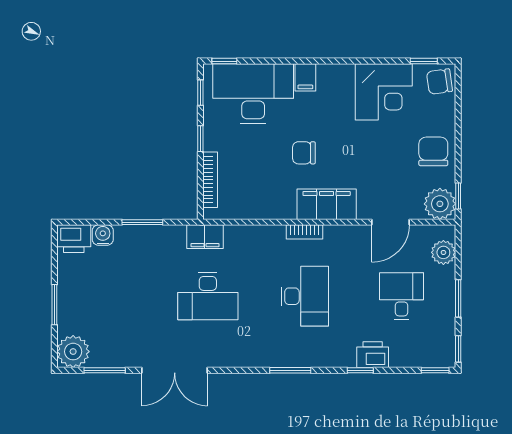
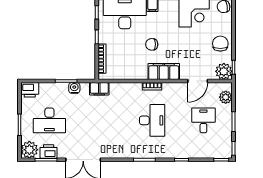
water cooler: (103, 235) -> (74, 88), moved
desk: (208, 296) -> (49, 120), moved
printer: (373, 355) -> (49, 151), moved

